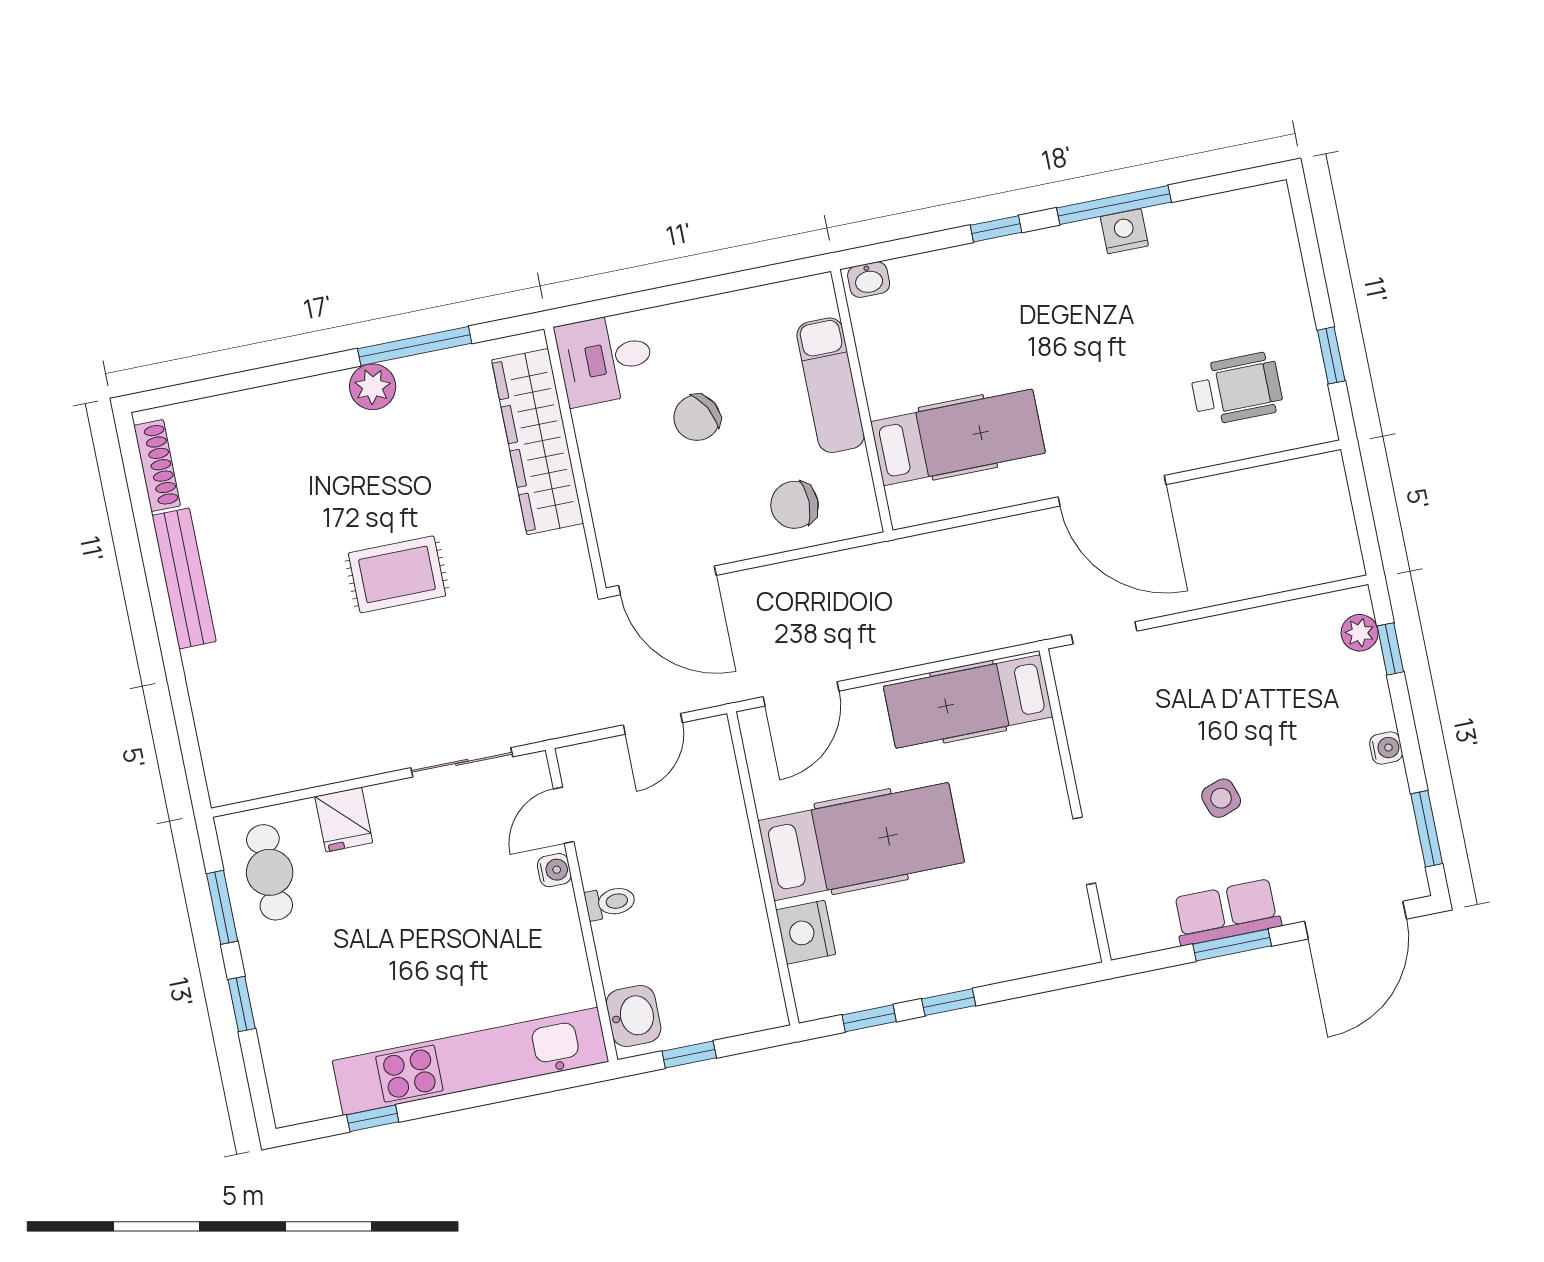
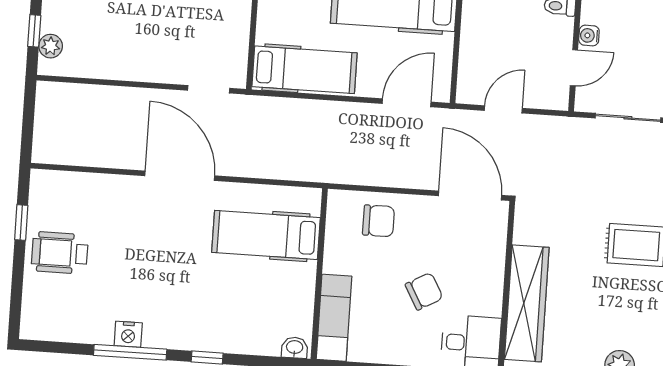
exam couch: (831, 385) -> (334, 318), moved
wheelchair: (1237, 389) -> (60, 253), moved

